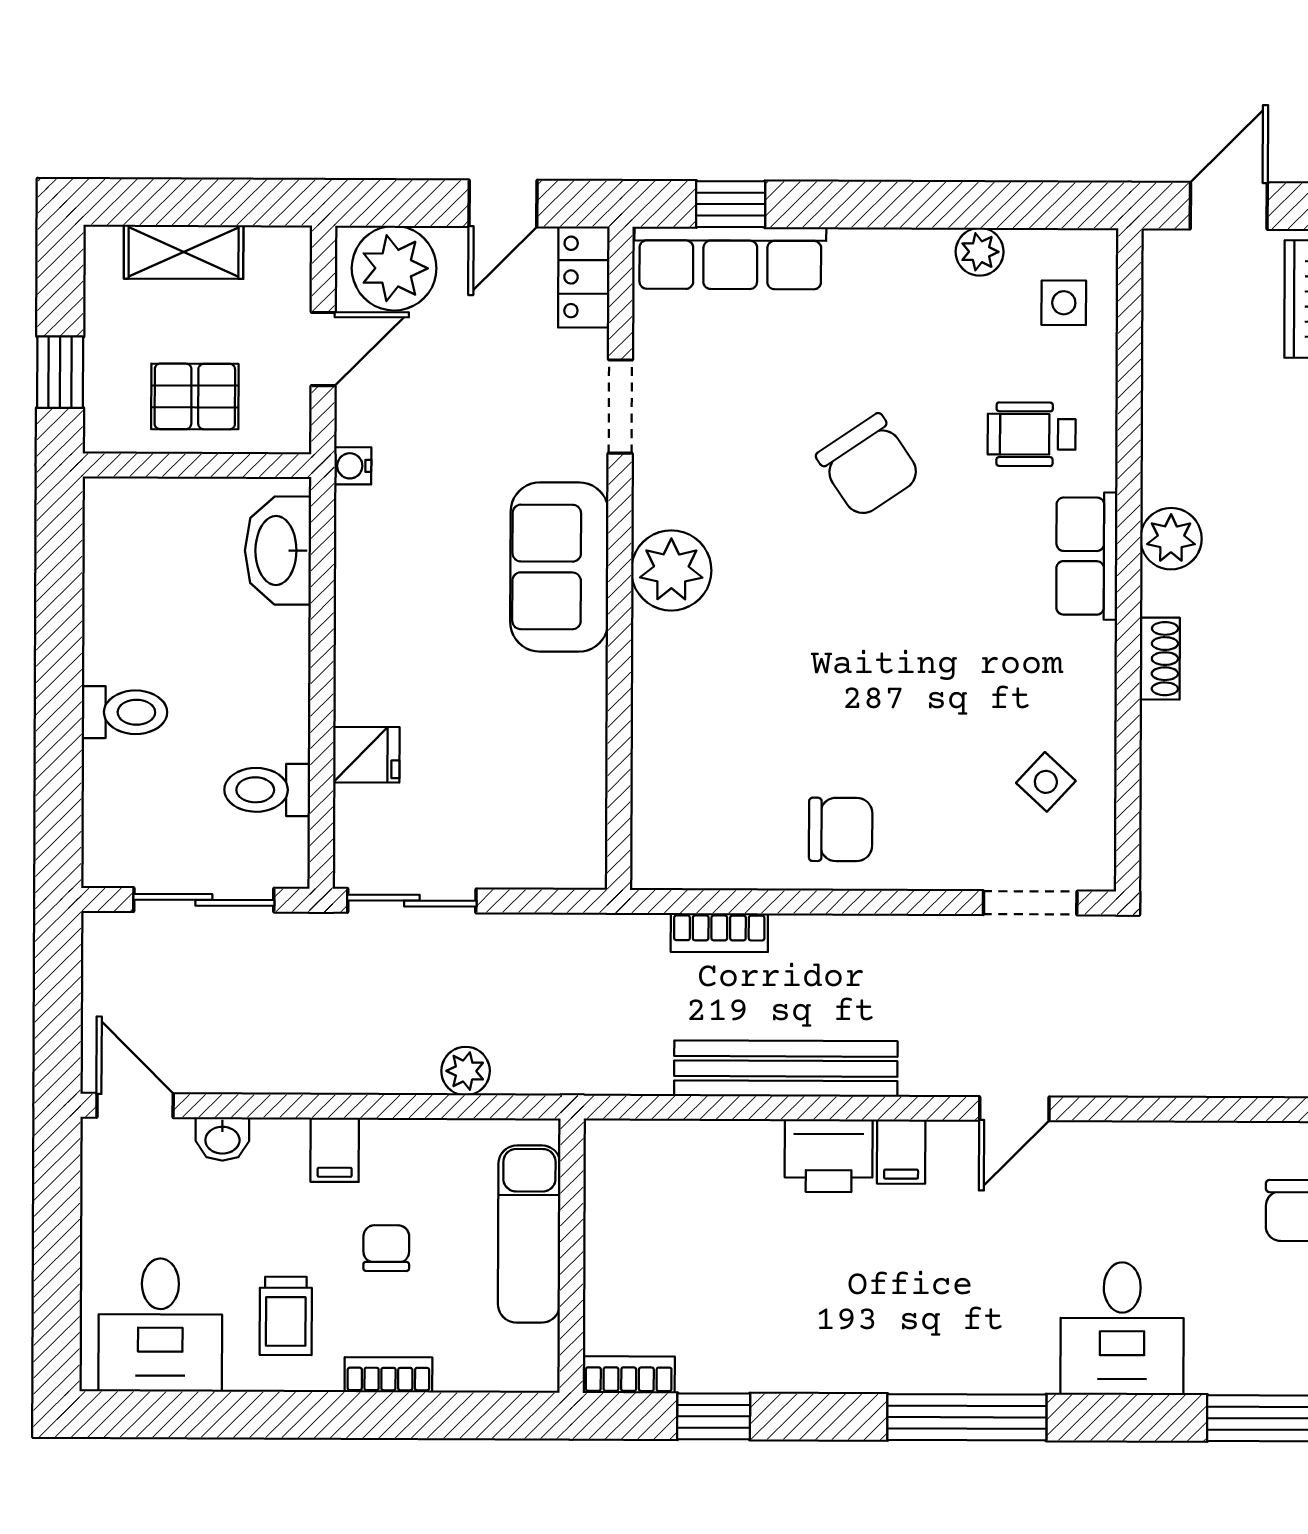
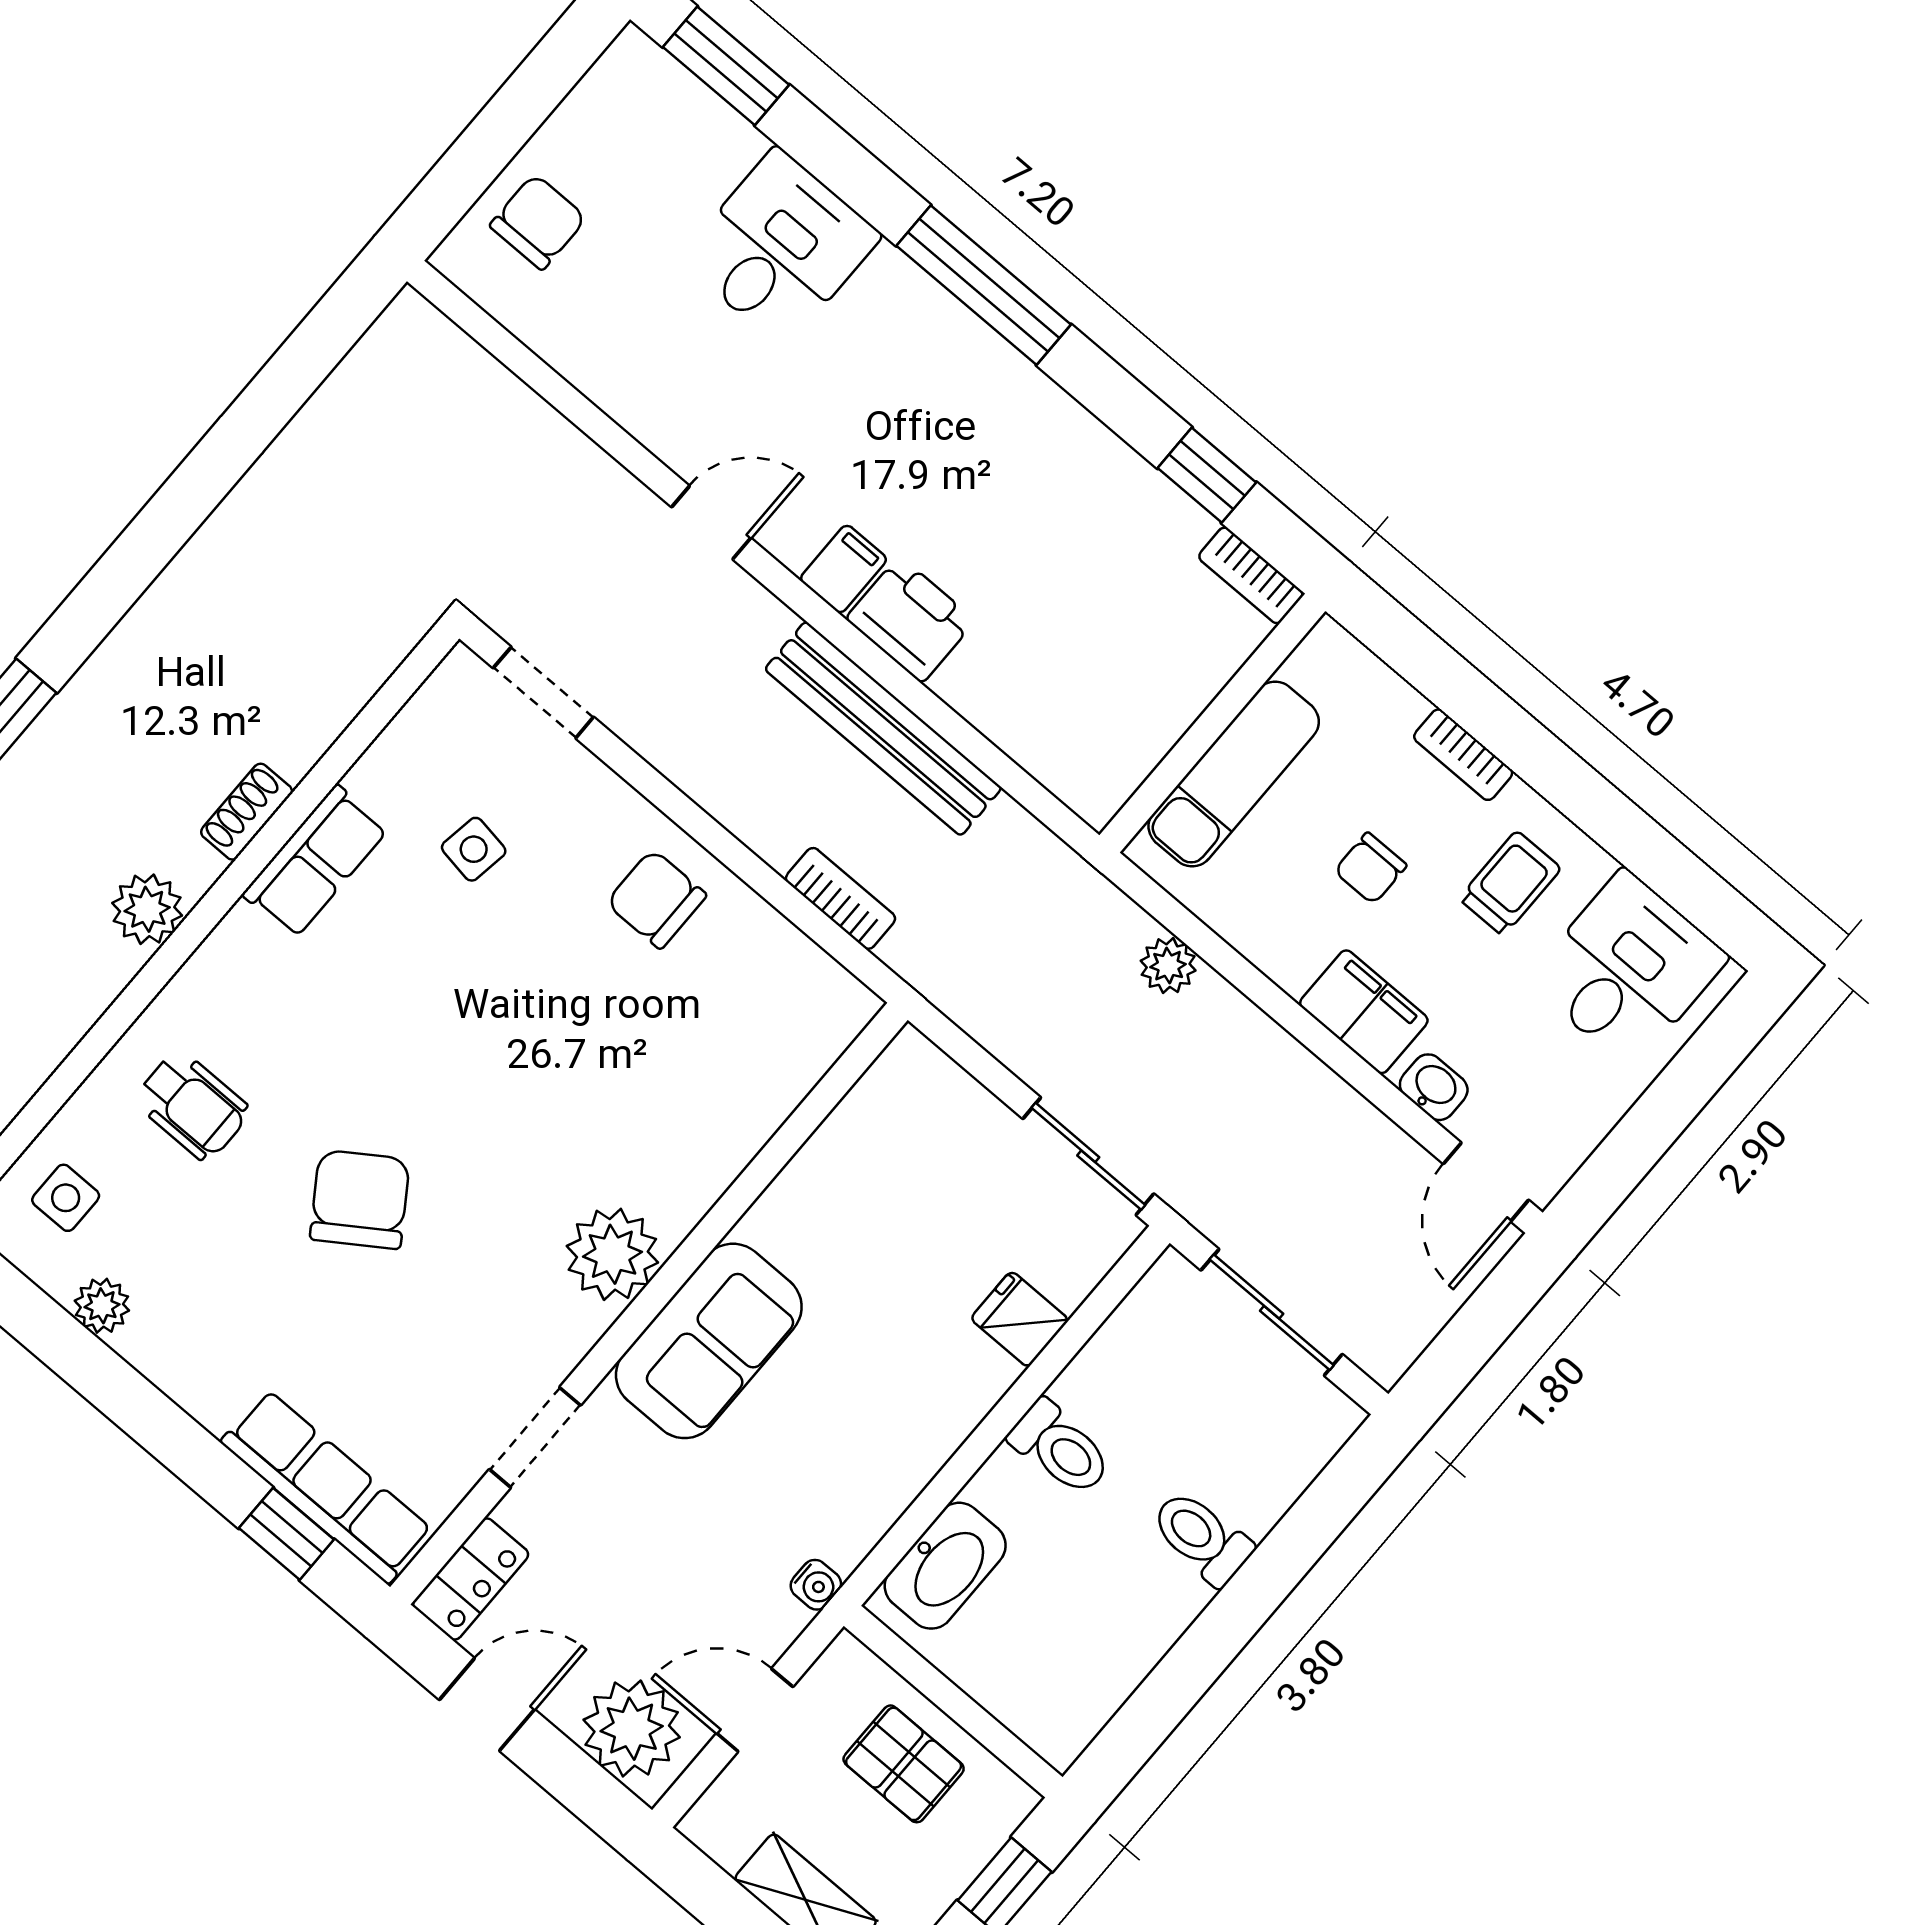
row of seats: (1087, 556) -> (315, 862), moved
side table: (1046, 782) -> (474, 849), moved, turned -34
toilet: (267, 790) -> (1060, 1448), moved
filing cabinet: (335, 1150) -> (1364, 1012), width x2.00

